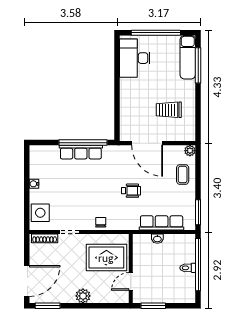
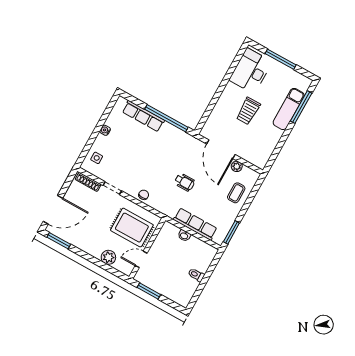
window: (156, 33) -> (281, 59), width x0.68
exam couch: (188, 57) -> (289, 109), moved
trolley: (169, 110) -> (248, 111), moved, turned -90
plant: (190, 151) -> (237, 166), moved
row of seats: (81, 152) -> (143, 116), moved
side table: (40, 213) -> (97, 158), width x0.54, depth x0.54
window: (198, 265) -> (207, 277), removed
plant: (83, 296) -> (108, 257), moved

